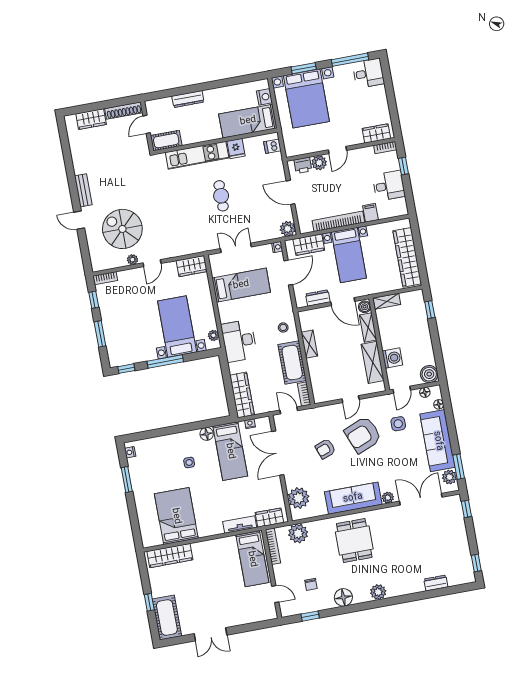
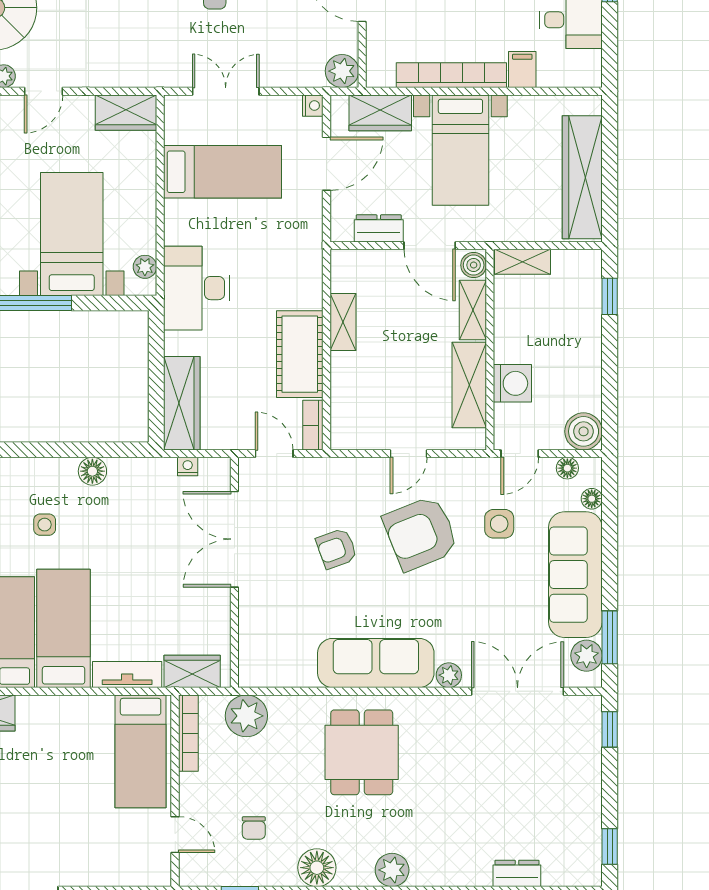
stool: (283, 327) -> (294, 277), removed
bed: (230, 451) -> (64, 628), moved, turned 180
plant: (299, 498) -> (261, 641), removed

